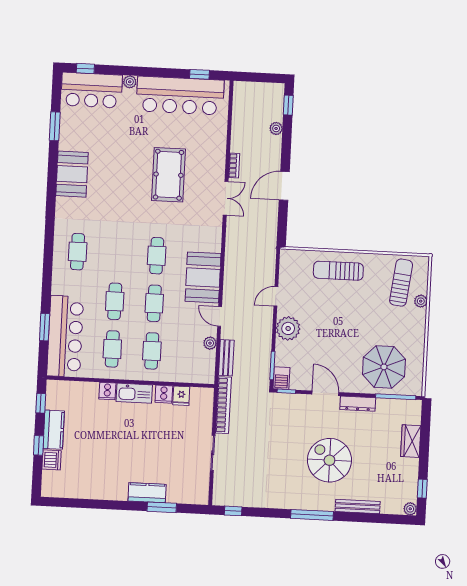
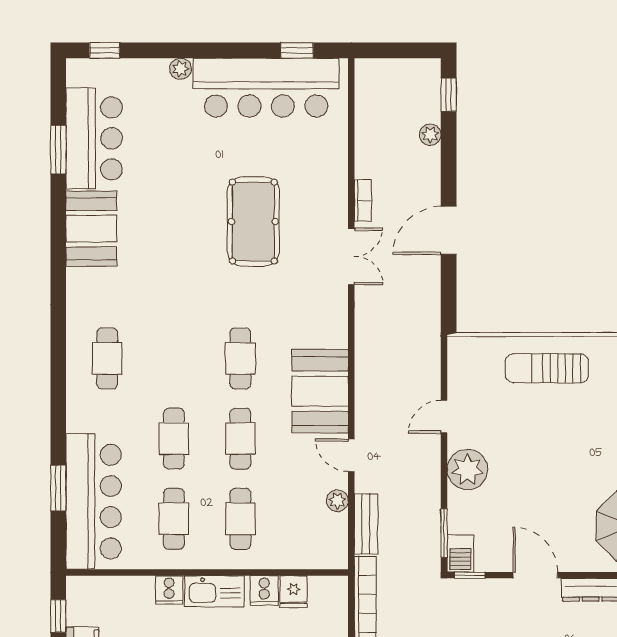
bar counter: (92, 90) -> (94, 138), moved, turned -90

